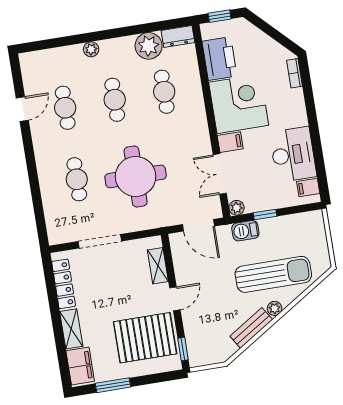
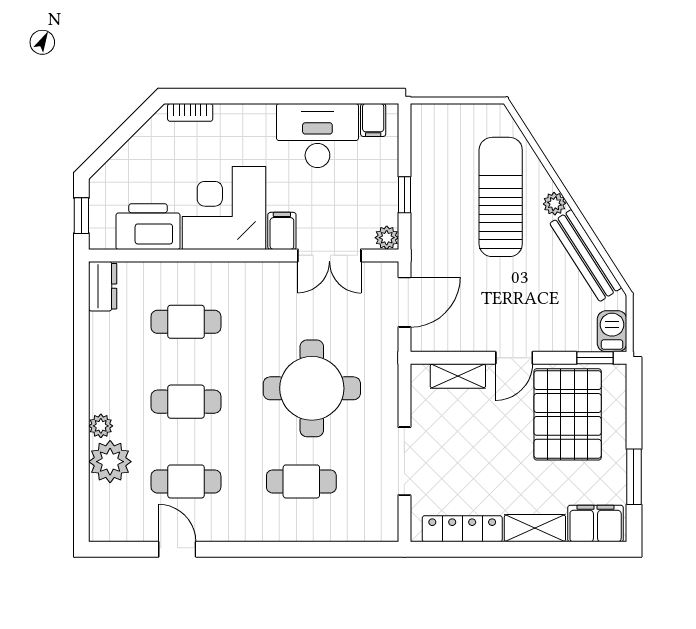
plant: (149, 46) -> (110, 462), moved
barbecue: (245, 231) -> (612, 331), moved, turned 180
door: (175, 299) -> (514, 358), swing flipped
bench: (251, 328) -> (586, 256), width x1.36

